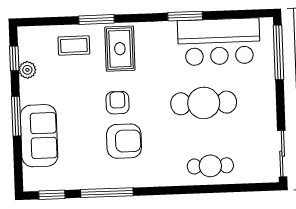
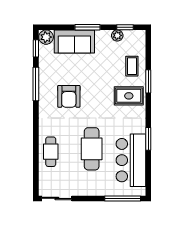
armchair: (117, 103) -> (94, 93), removed
plant: (34, 180) -> (46, 37), added

